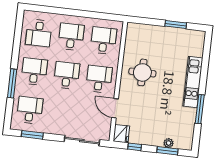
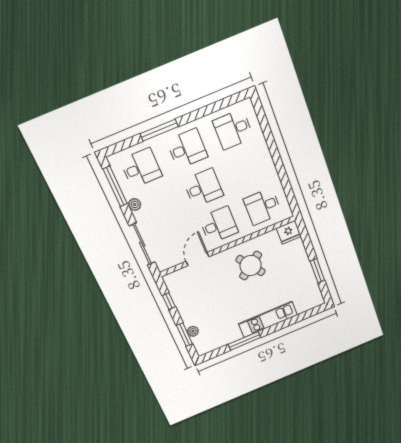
desk: (71, 37) -> (248, 169), removed
desk: (103, 40) -> (263, 206), turned 180
round table: (142, 72) -> (251, 266), turned -36
plant: (52, 129) -> (135, 204), added
fridge: (121, 134) -> (289, 232), moved
window: (32, 135) -> (115, 186), width x1.44

